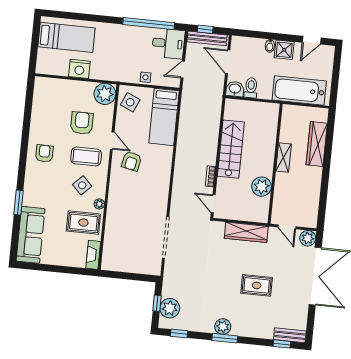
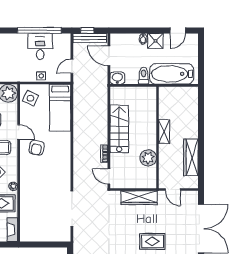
desk: (168, 43) -> (40, 46), moved, turned -90
toilet: (251, 88) -> (144, 76), moved
wardrobe: (317, 144) -> (191, 157), moved
plant: (308, 238) -> (191, 197), removed

